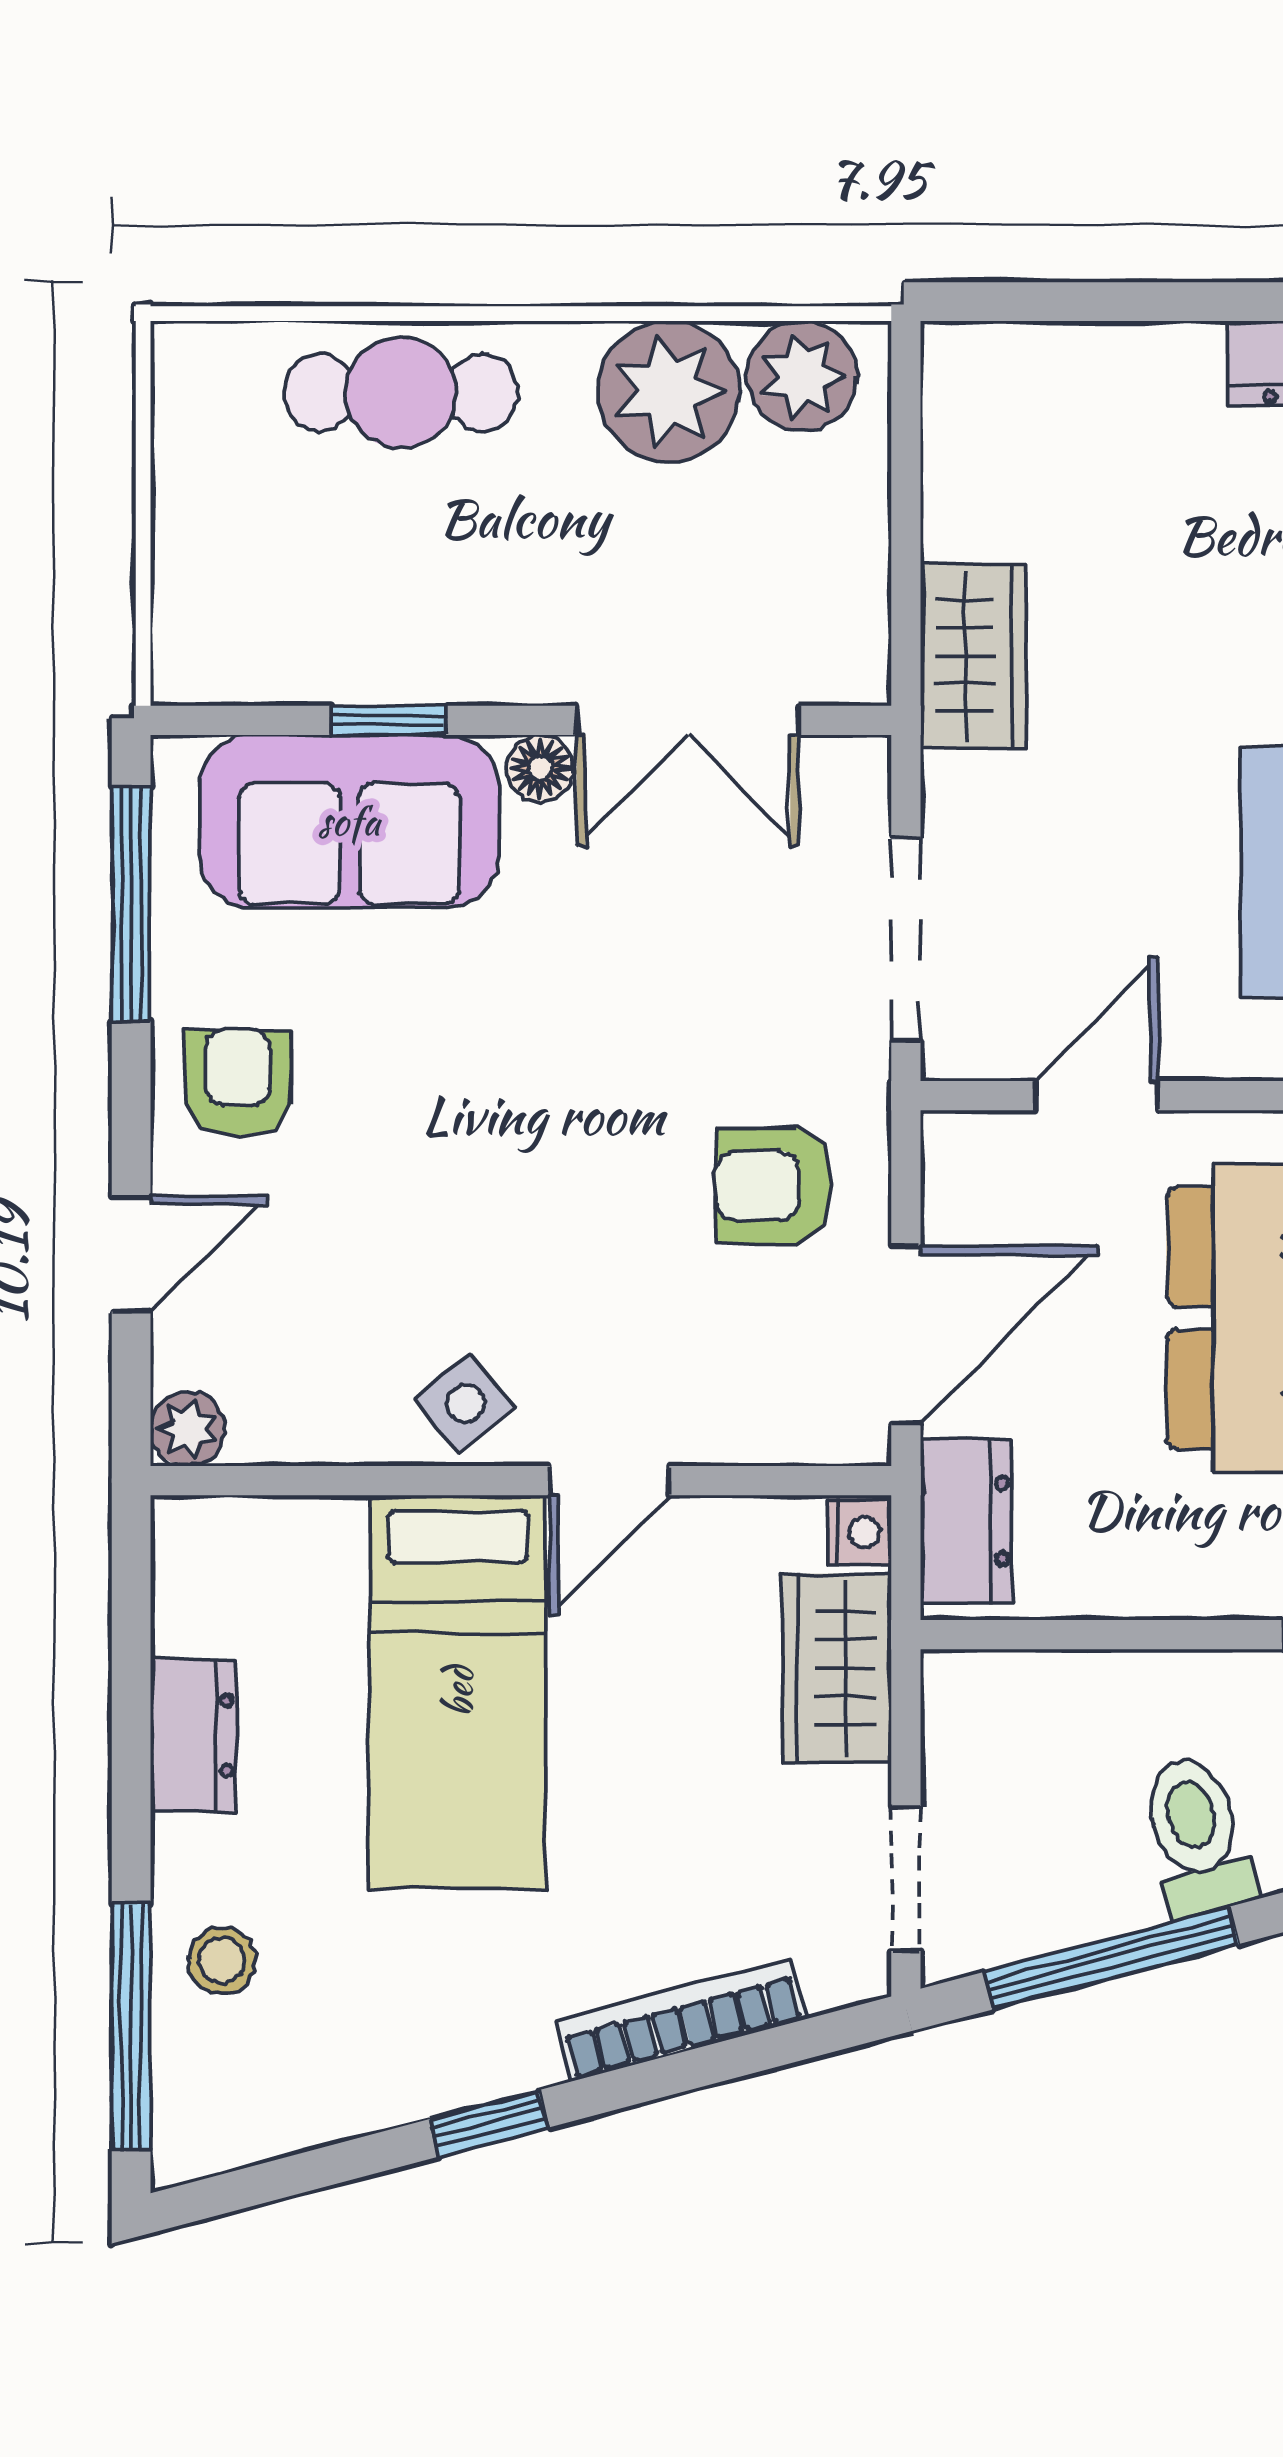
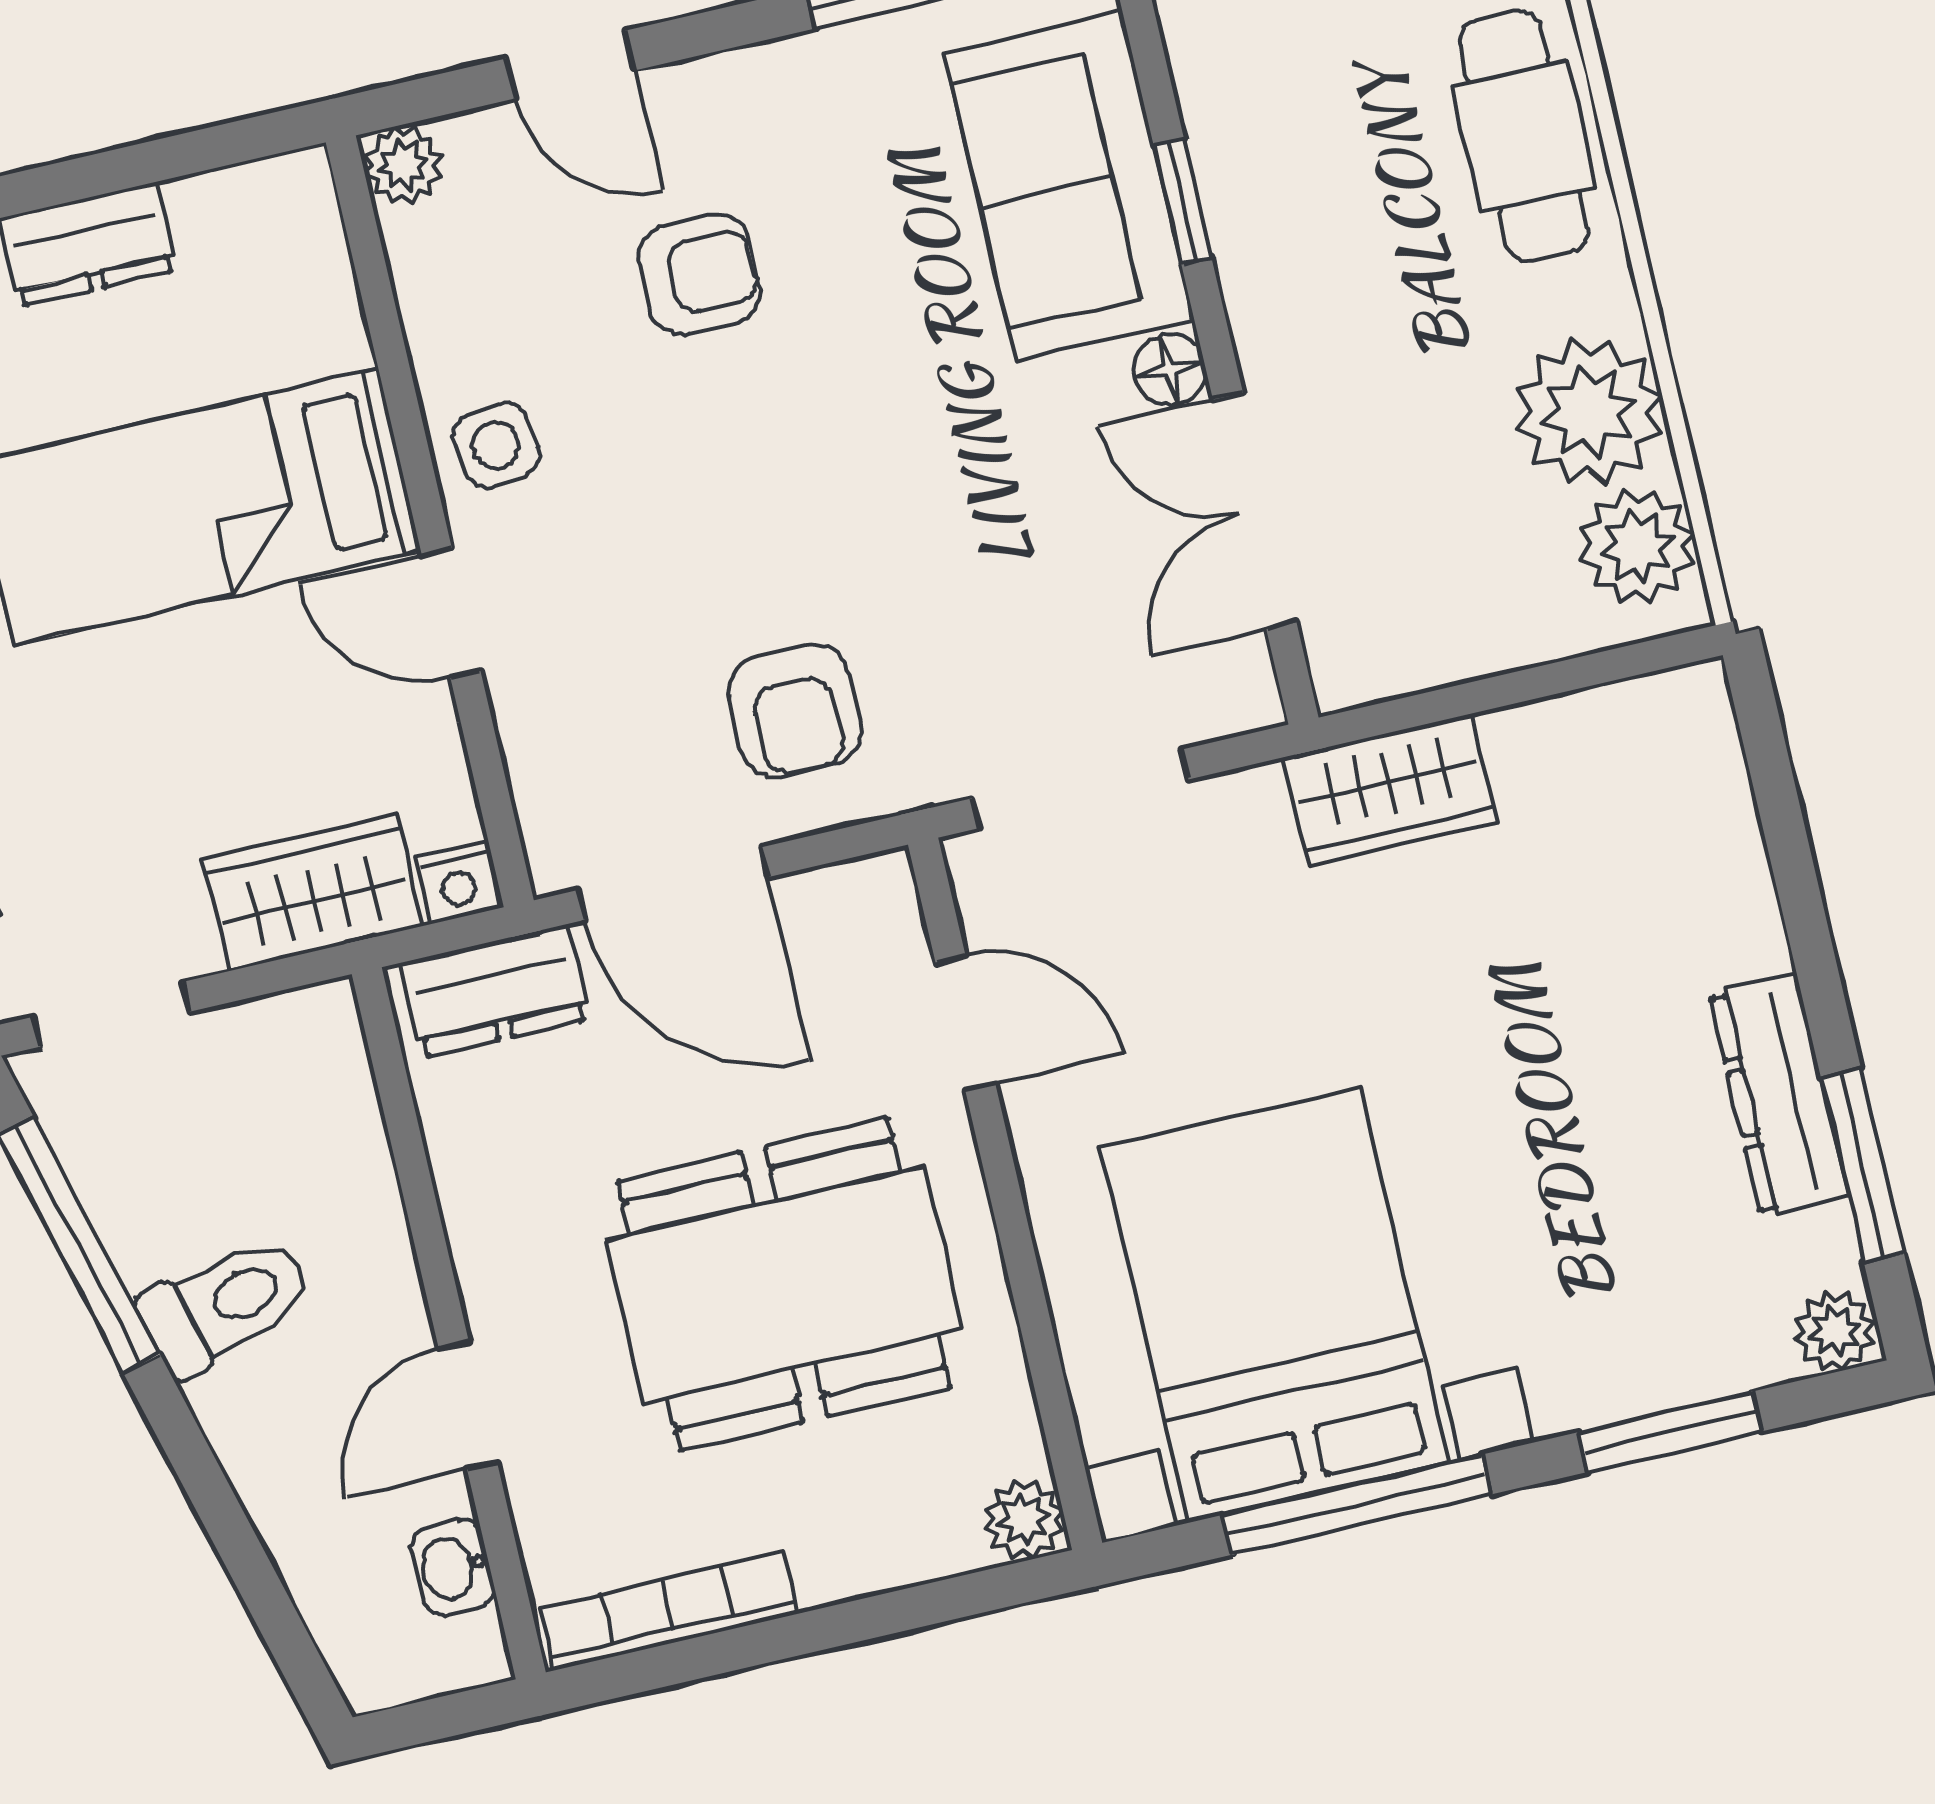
armchair: (238, 1083) -> (700, 275), moved
armchair: (774, 1186) -> (795, 711), turned 180
side table: (465, 1403) -> (496, 445), turned 31

